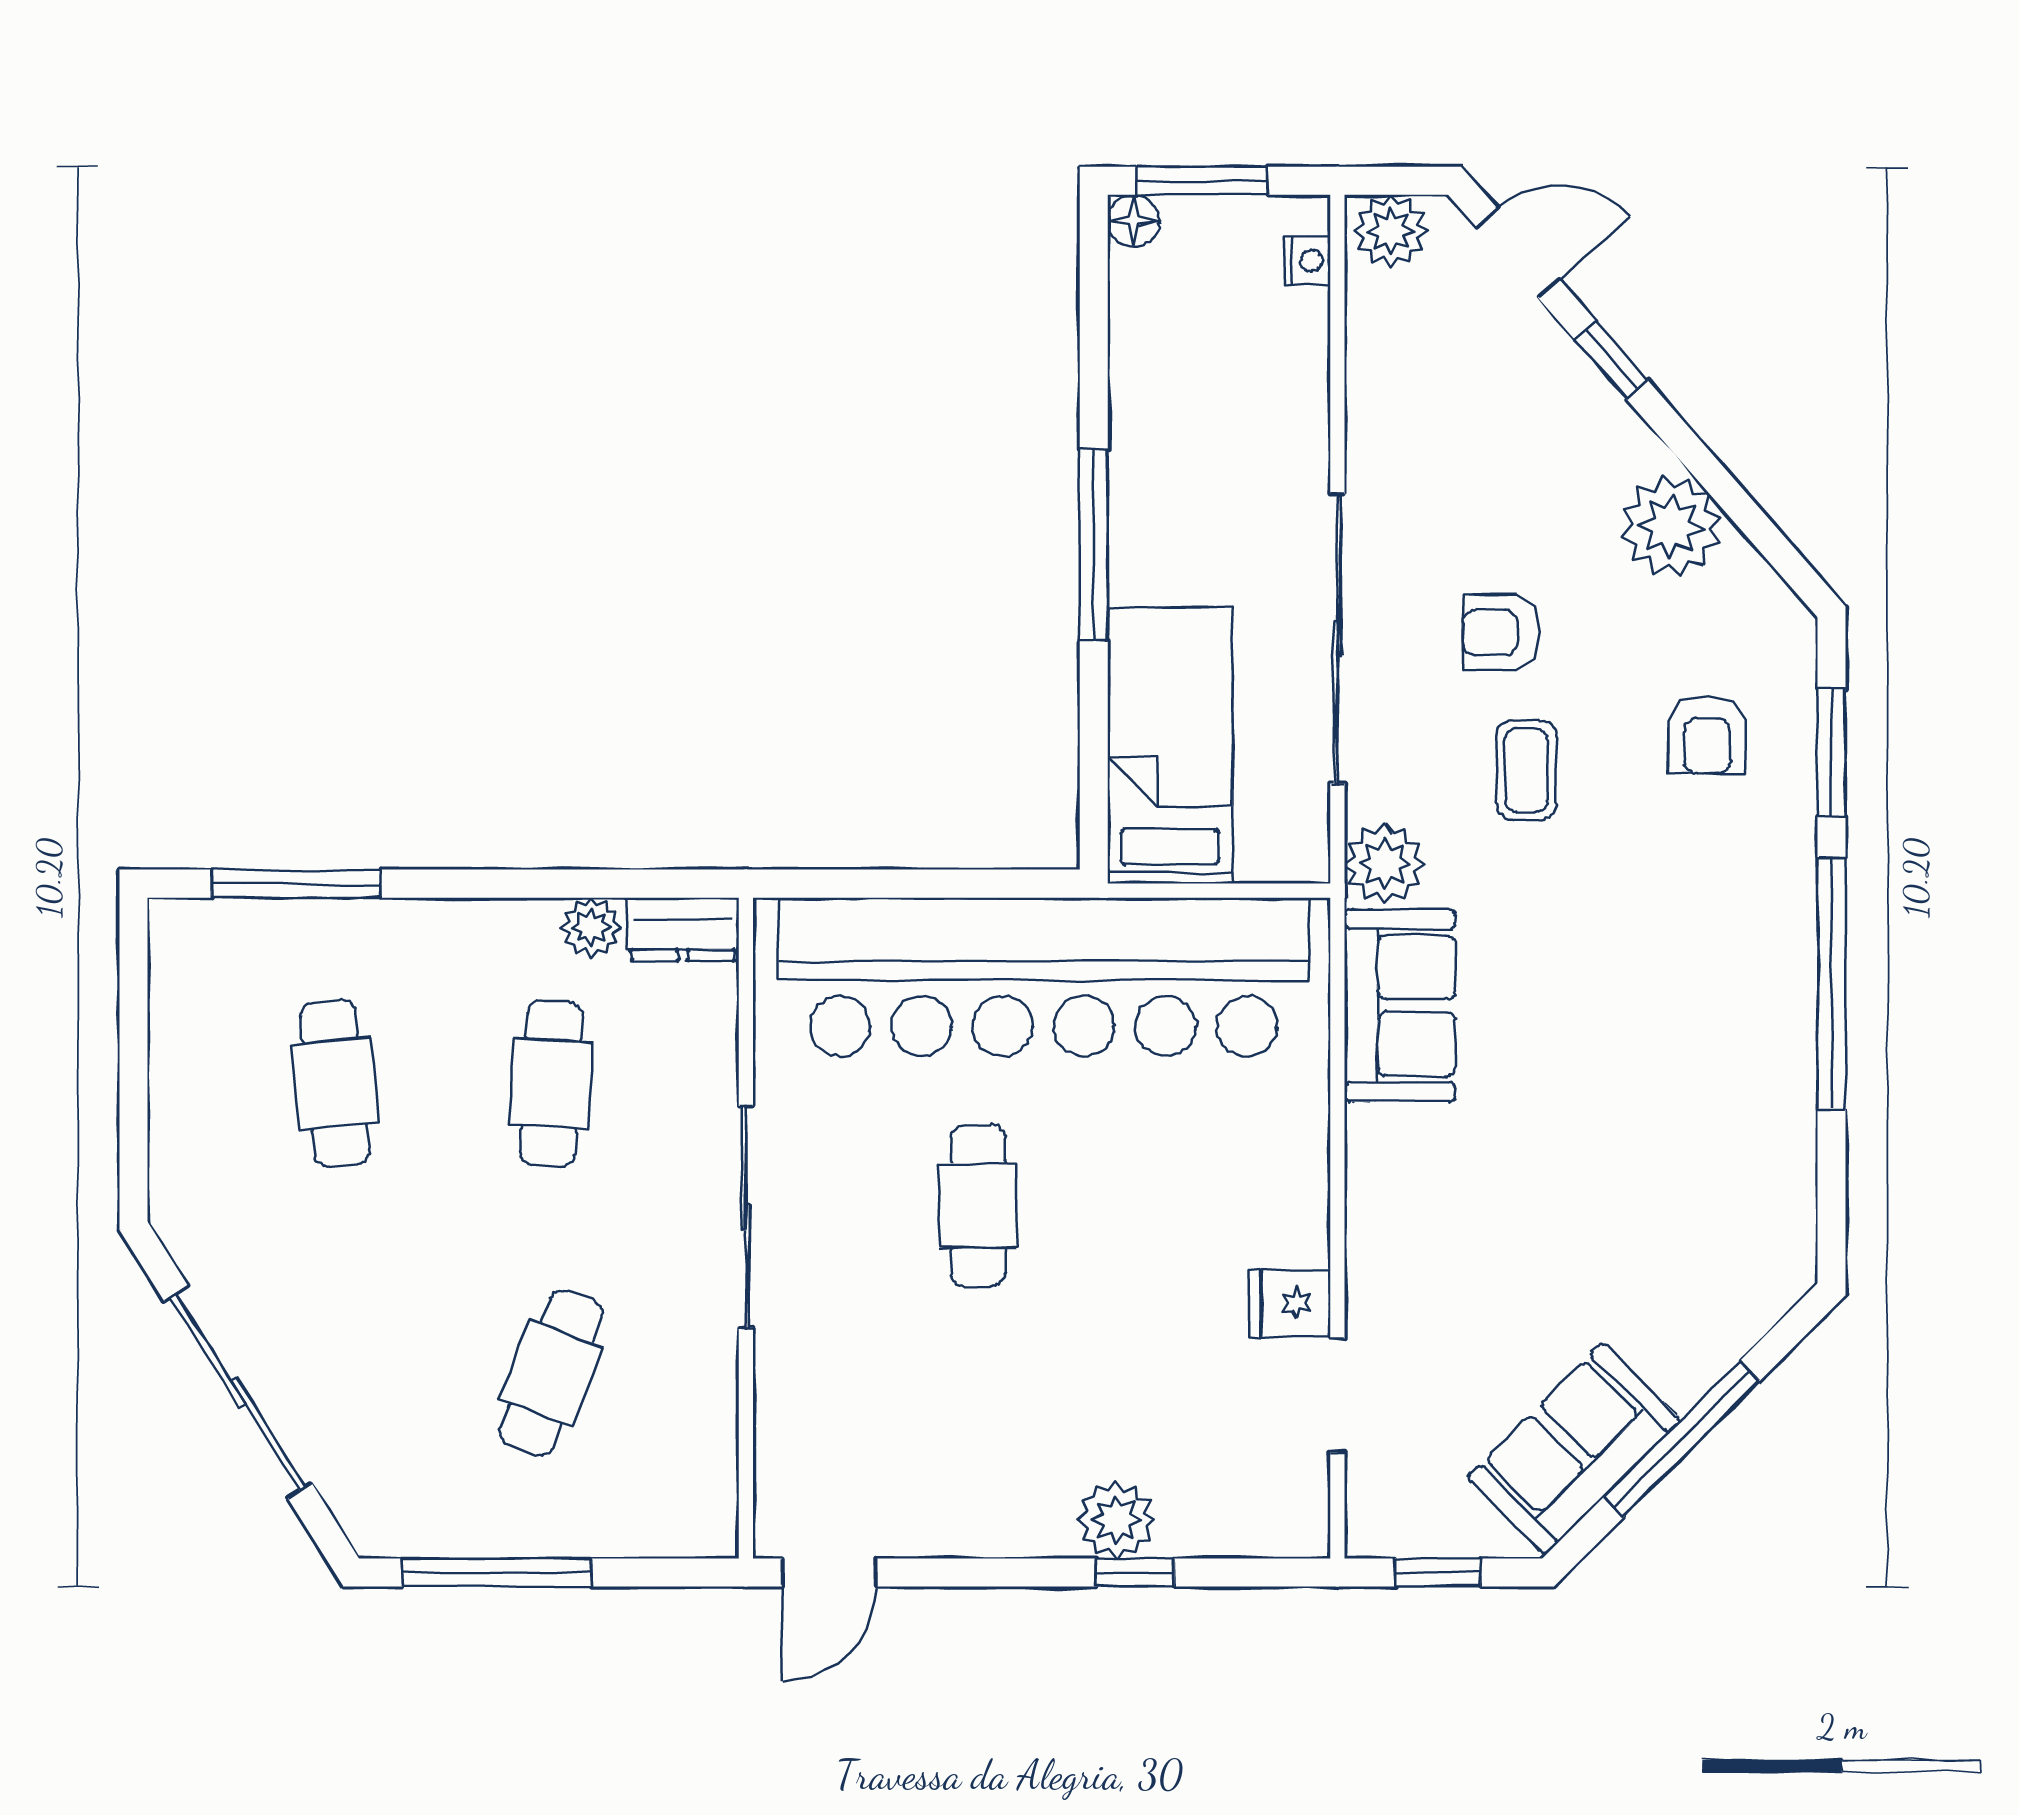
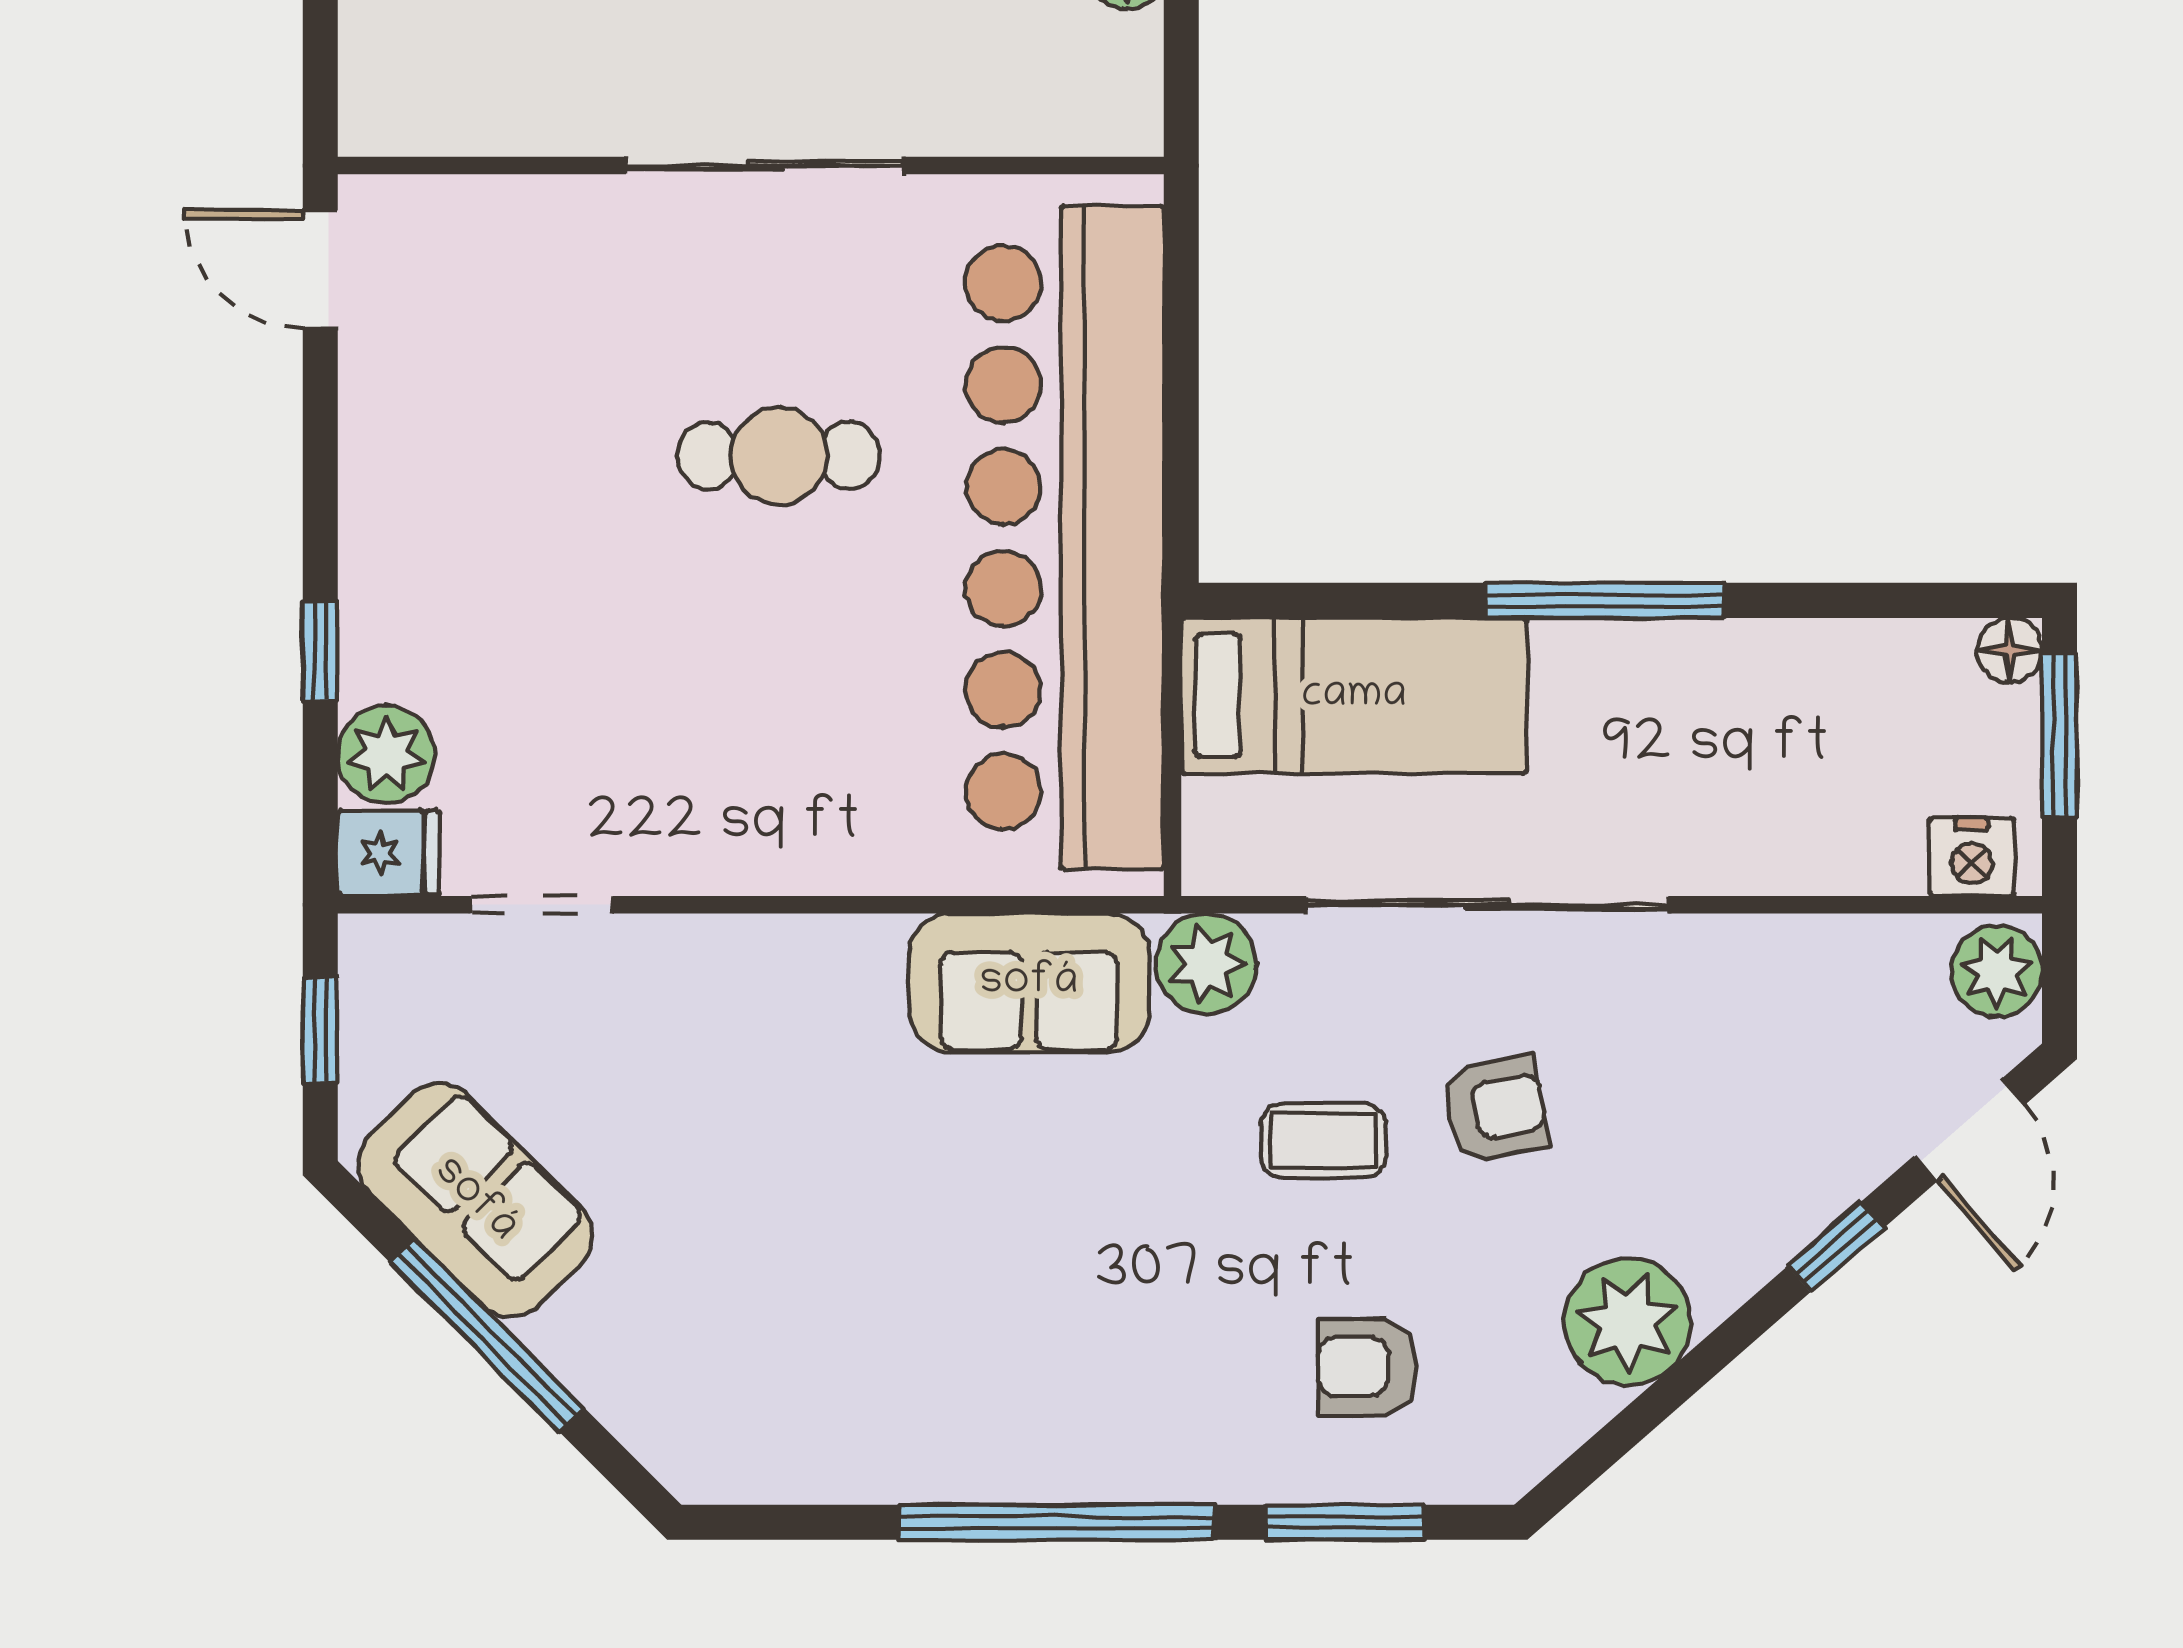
nightstand: (1307, 261) -> (1972, 857), width x1.39, depth x1.35
armchair: (1501, 632) -> (1495, 1109), turned 79
dresser: (683, 929) -> (1124, 87), removed
fridge: (1290, 1303) -> (389, 853), moved, turned 90
plant: (1116, 1520) -> (386, 754), moved

